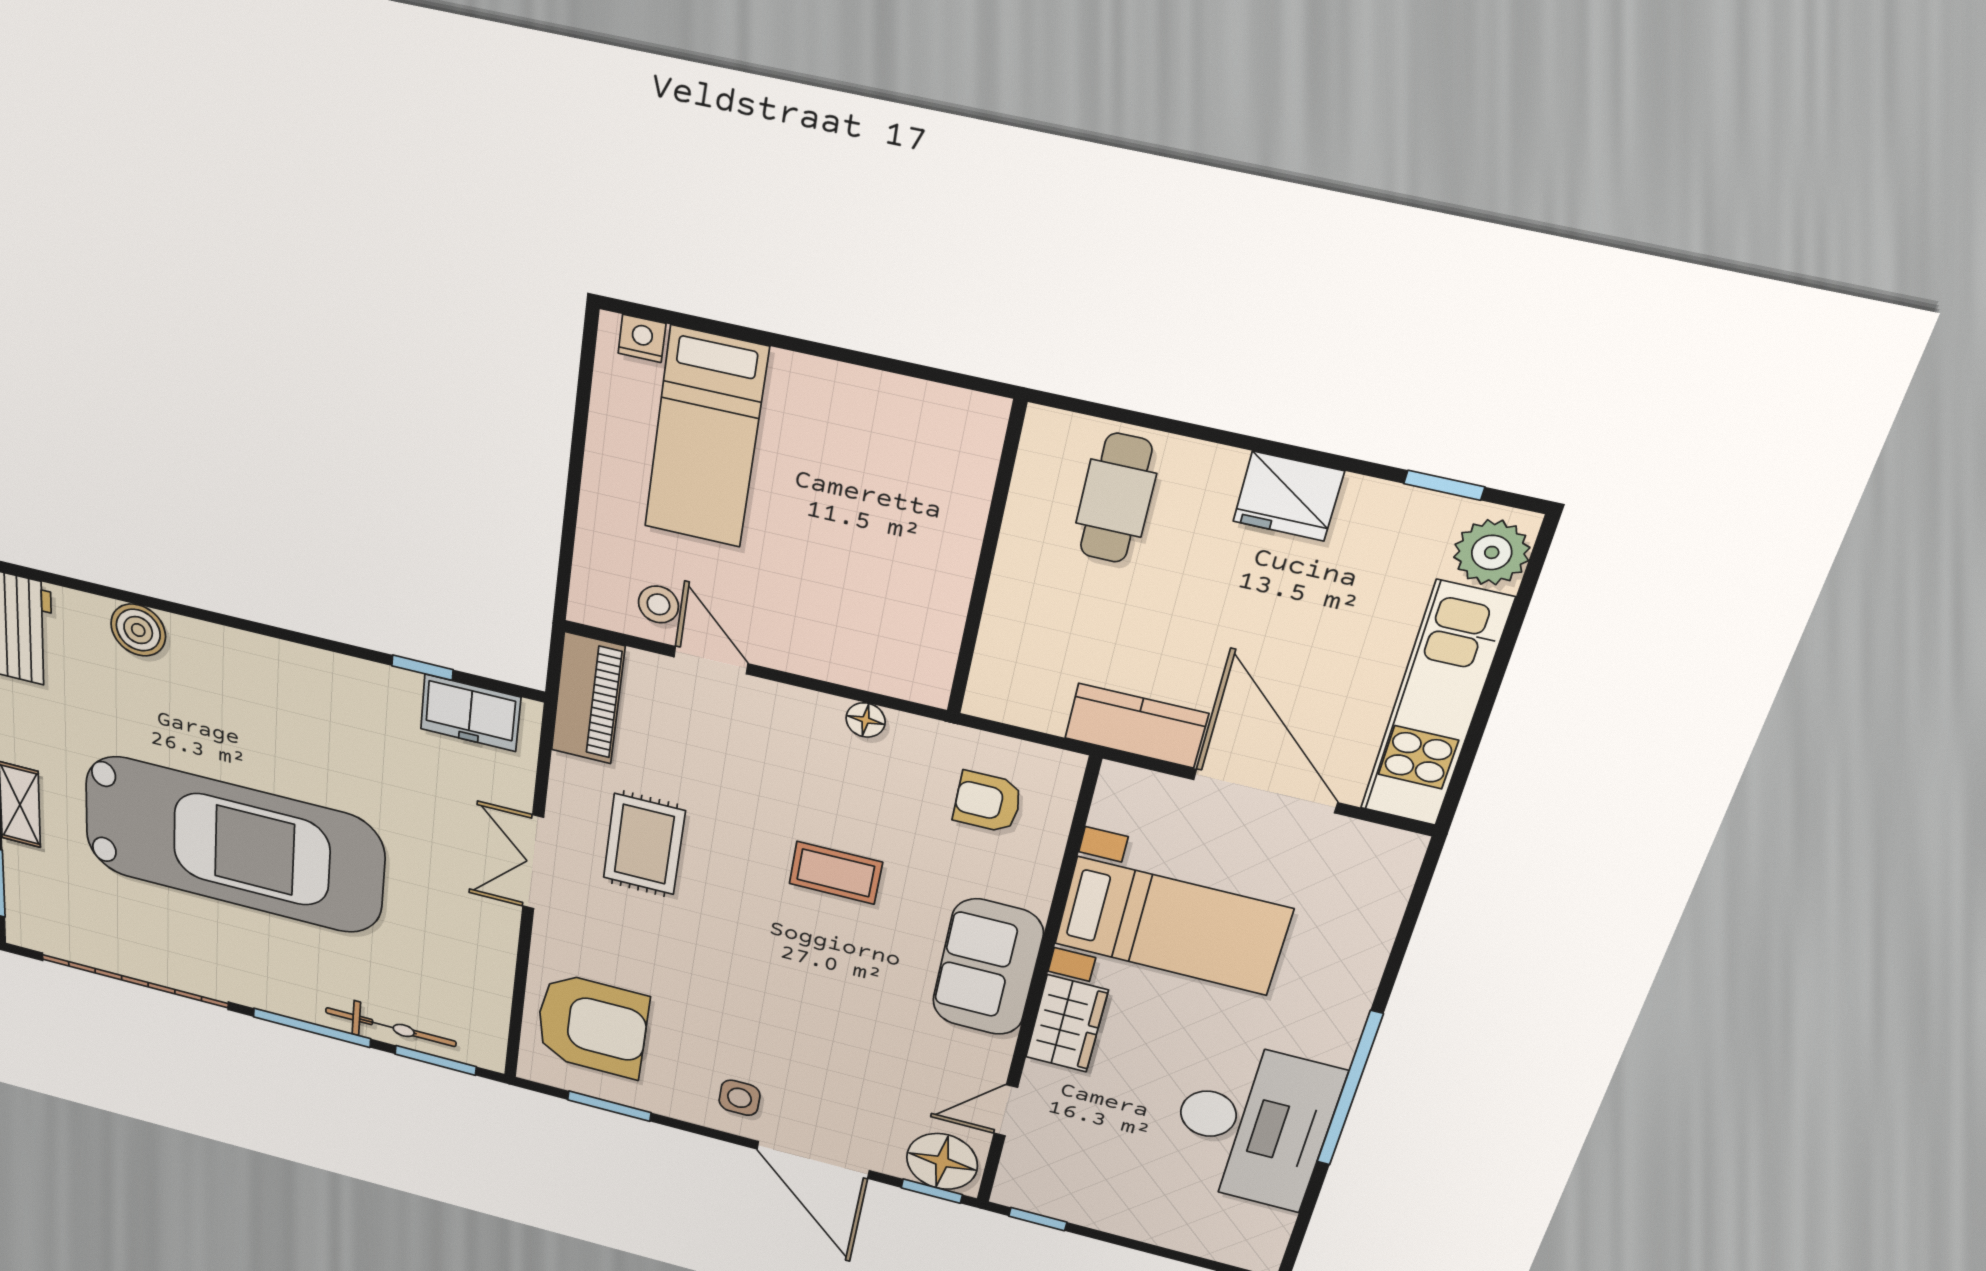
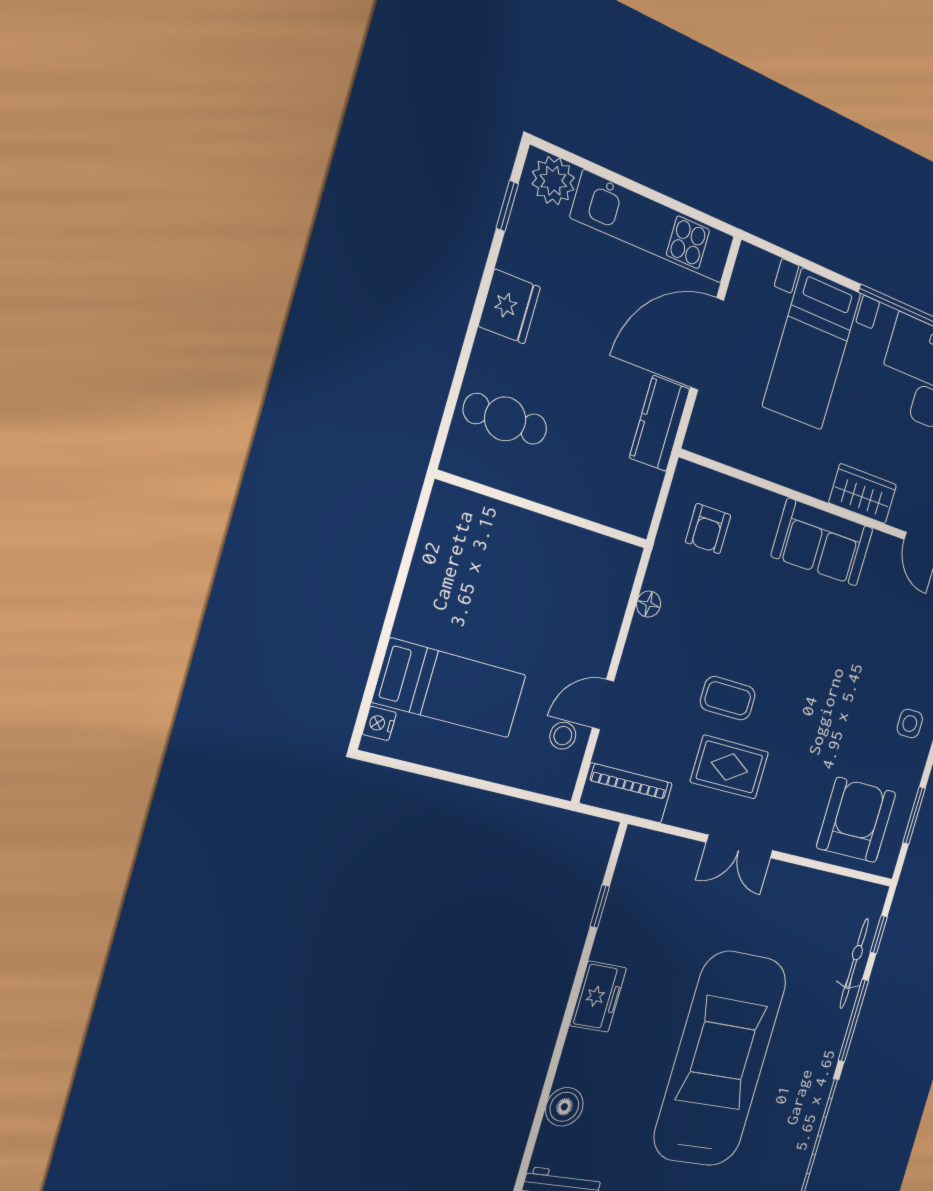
freezer: (470, 713) -> (598, 997), moved
coffee table: (836, 873) -> (728, 698), moved, turned 90
bed with nightstands: (1173, 926) -> (812, 349), moved, turned 180
window: (436, 1060) -> (879, 935), width x0.67

